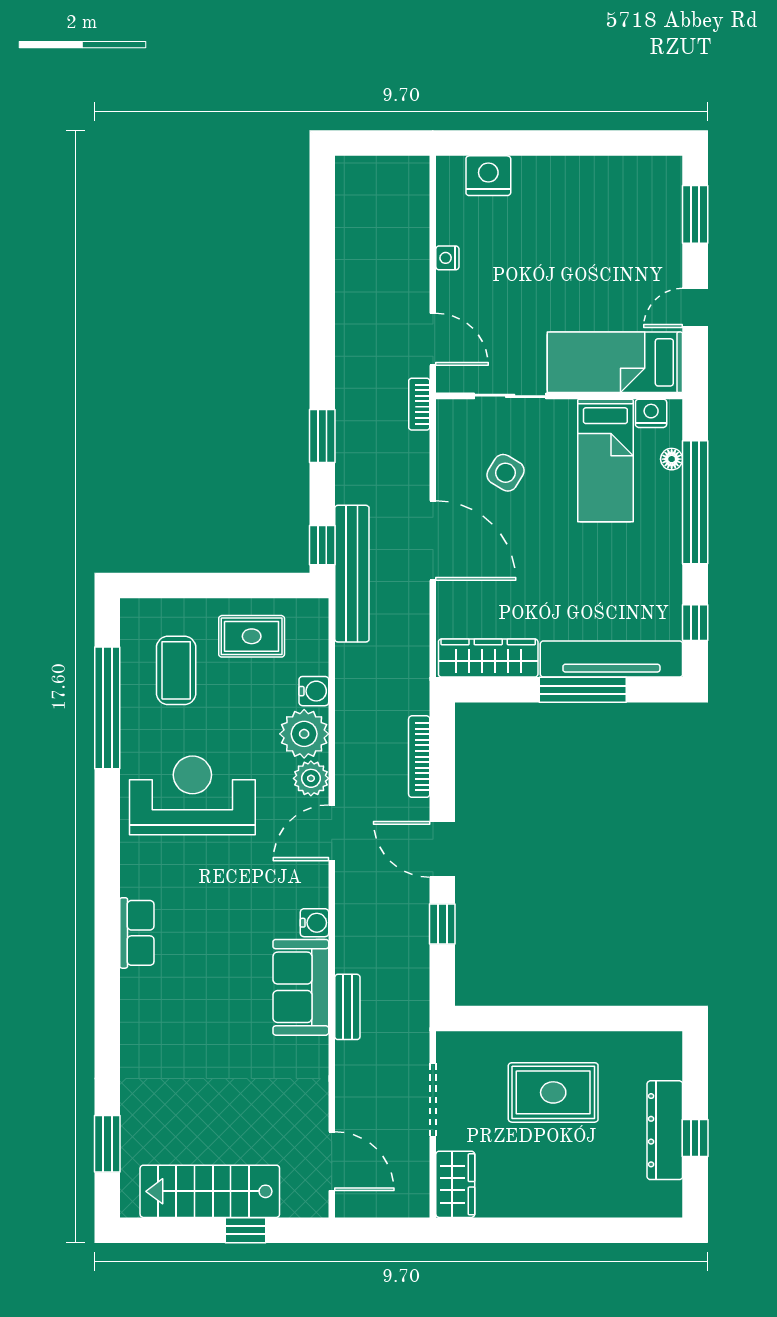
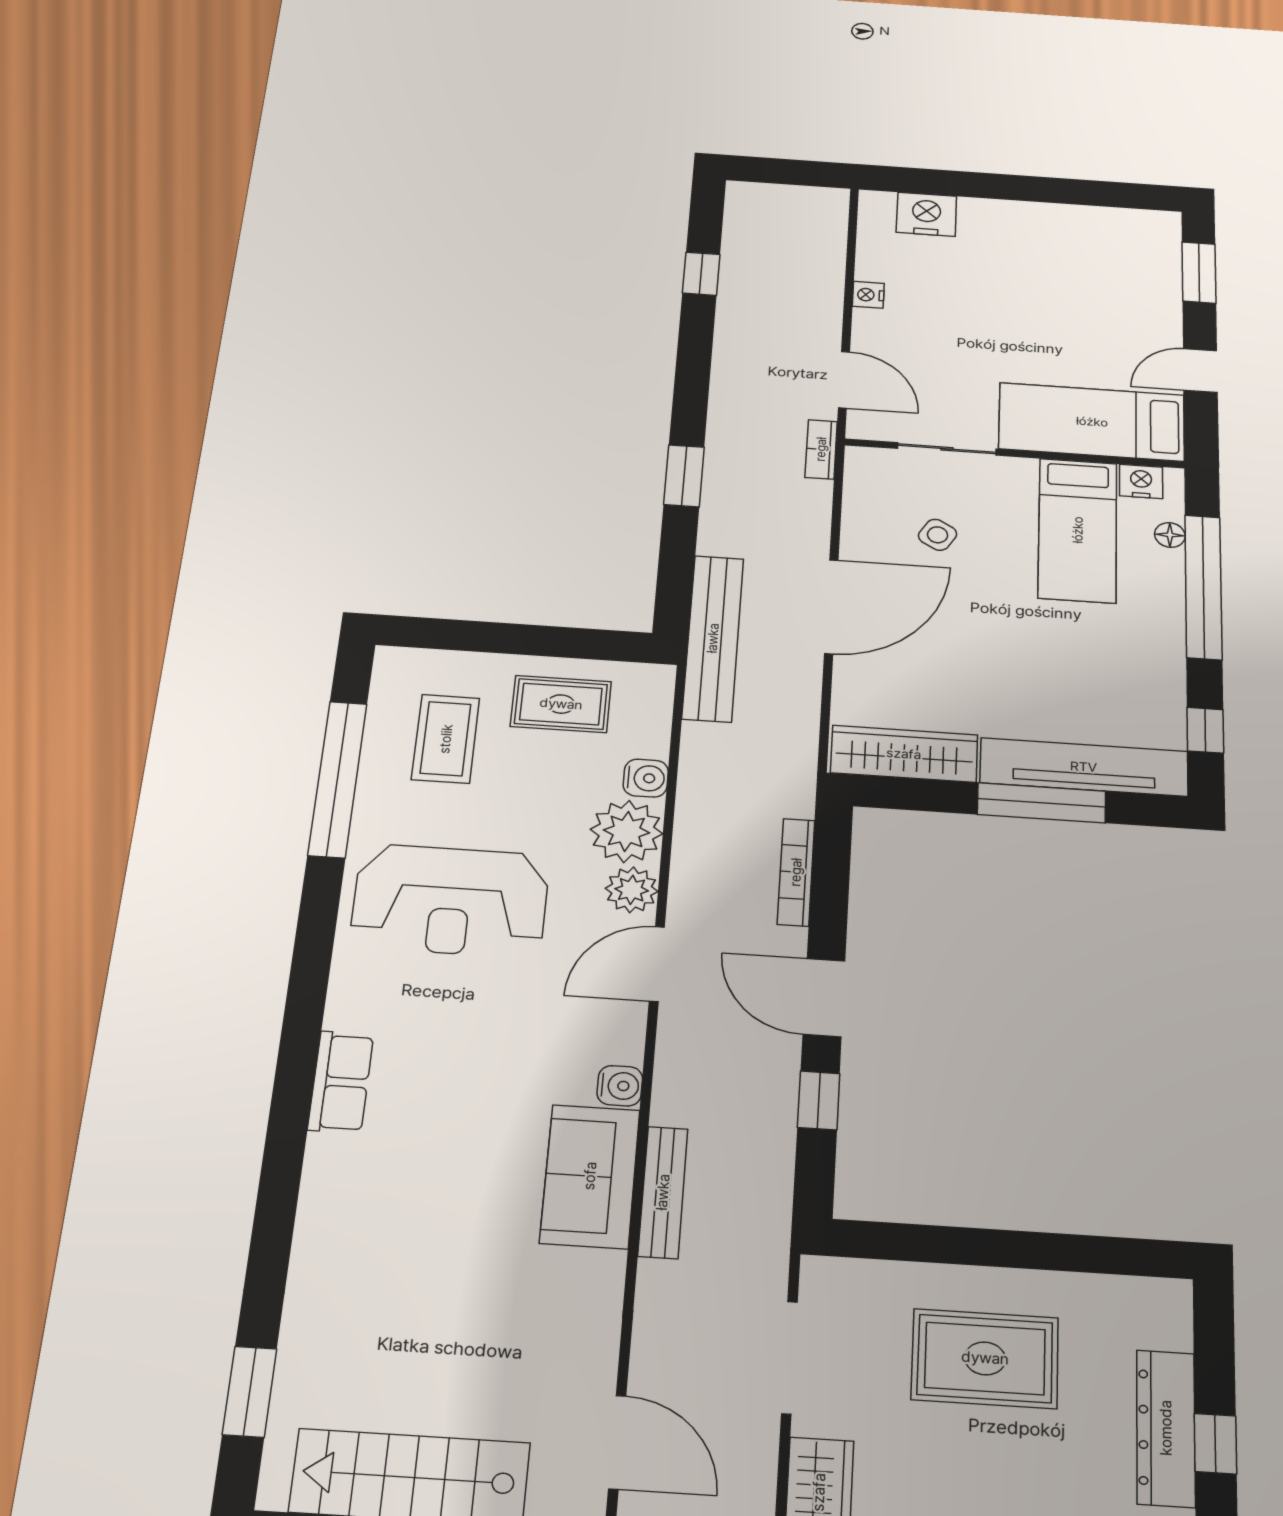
side table: (505, 473) -> (938, 535), width x0.73, depth x0.73
door: (433, 541) -> (831, 606), hinge flipped
window: (322, 545) -> (701, 274), moved
reception desk: (192, 795) -> (450, 900), turned 180
bench: (347, 1007) -> (663, 1192), width x1.36

